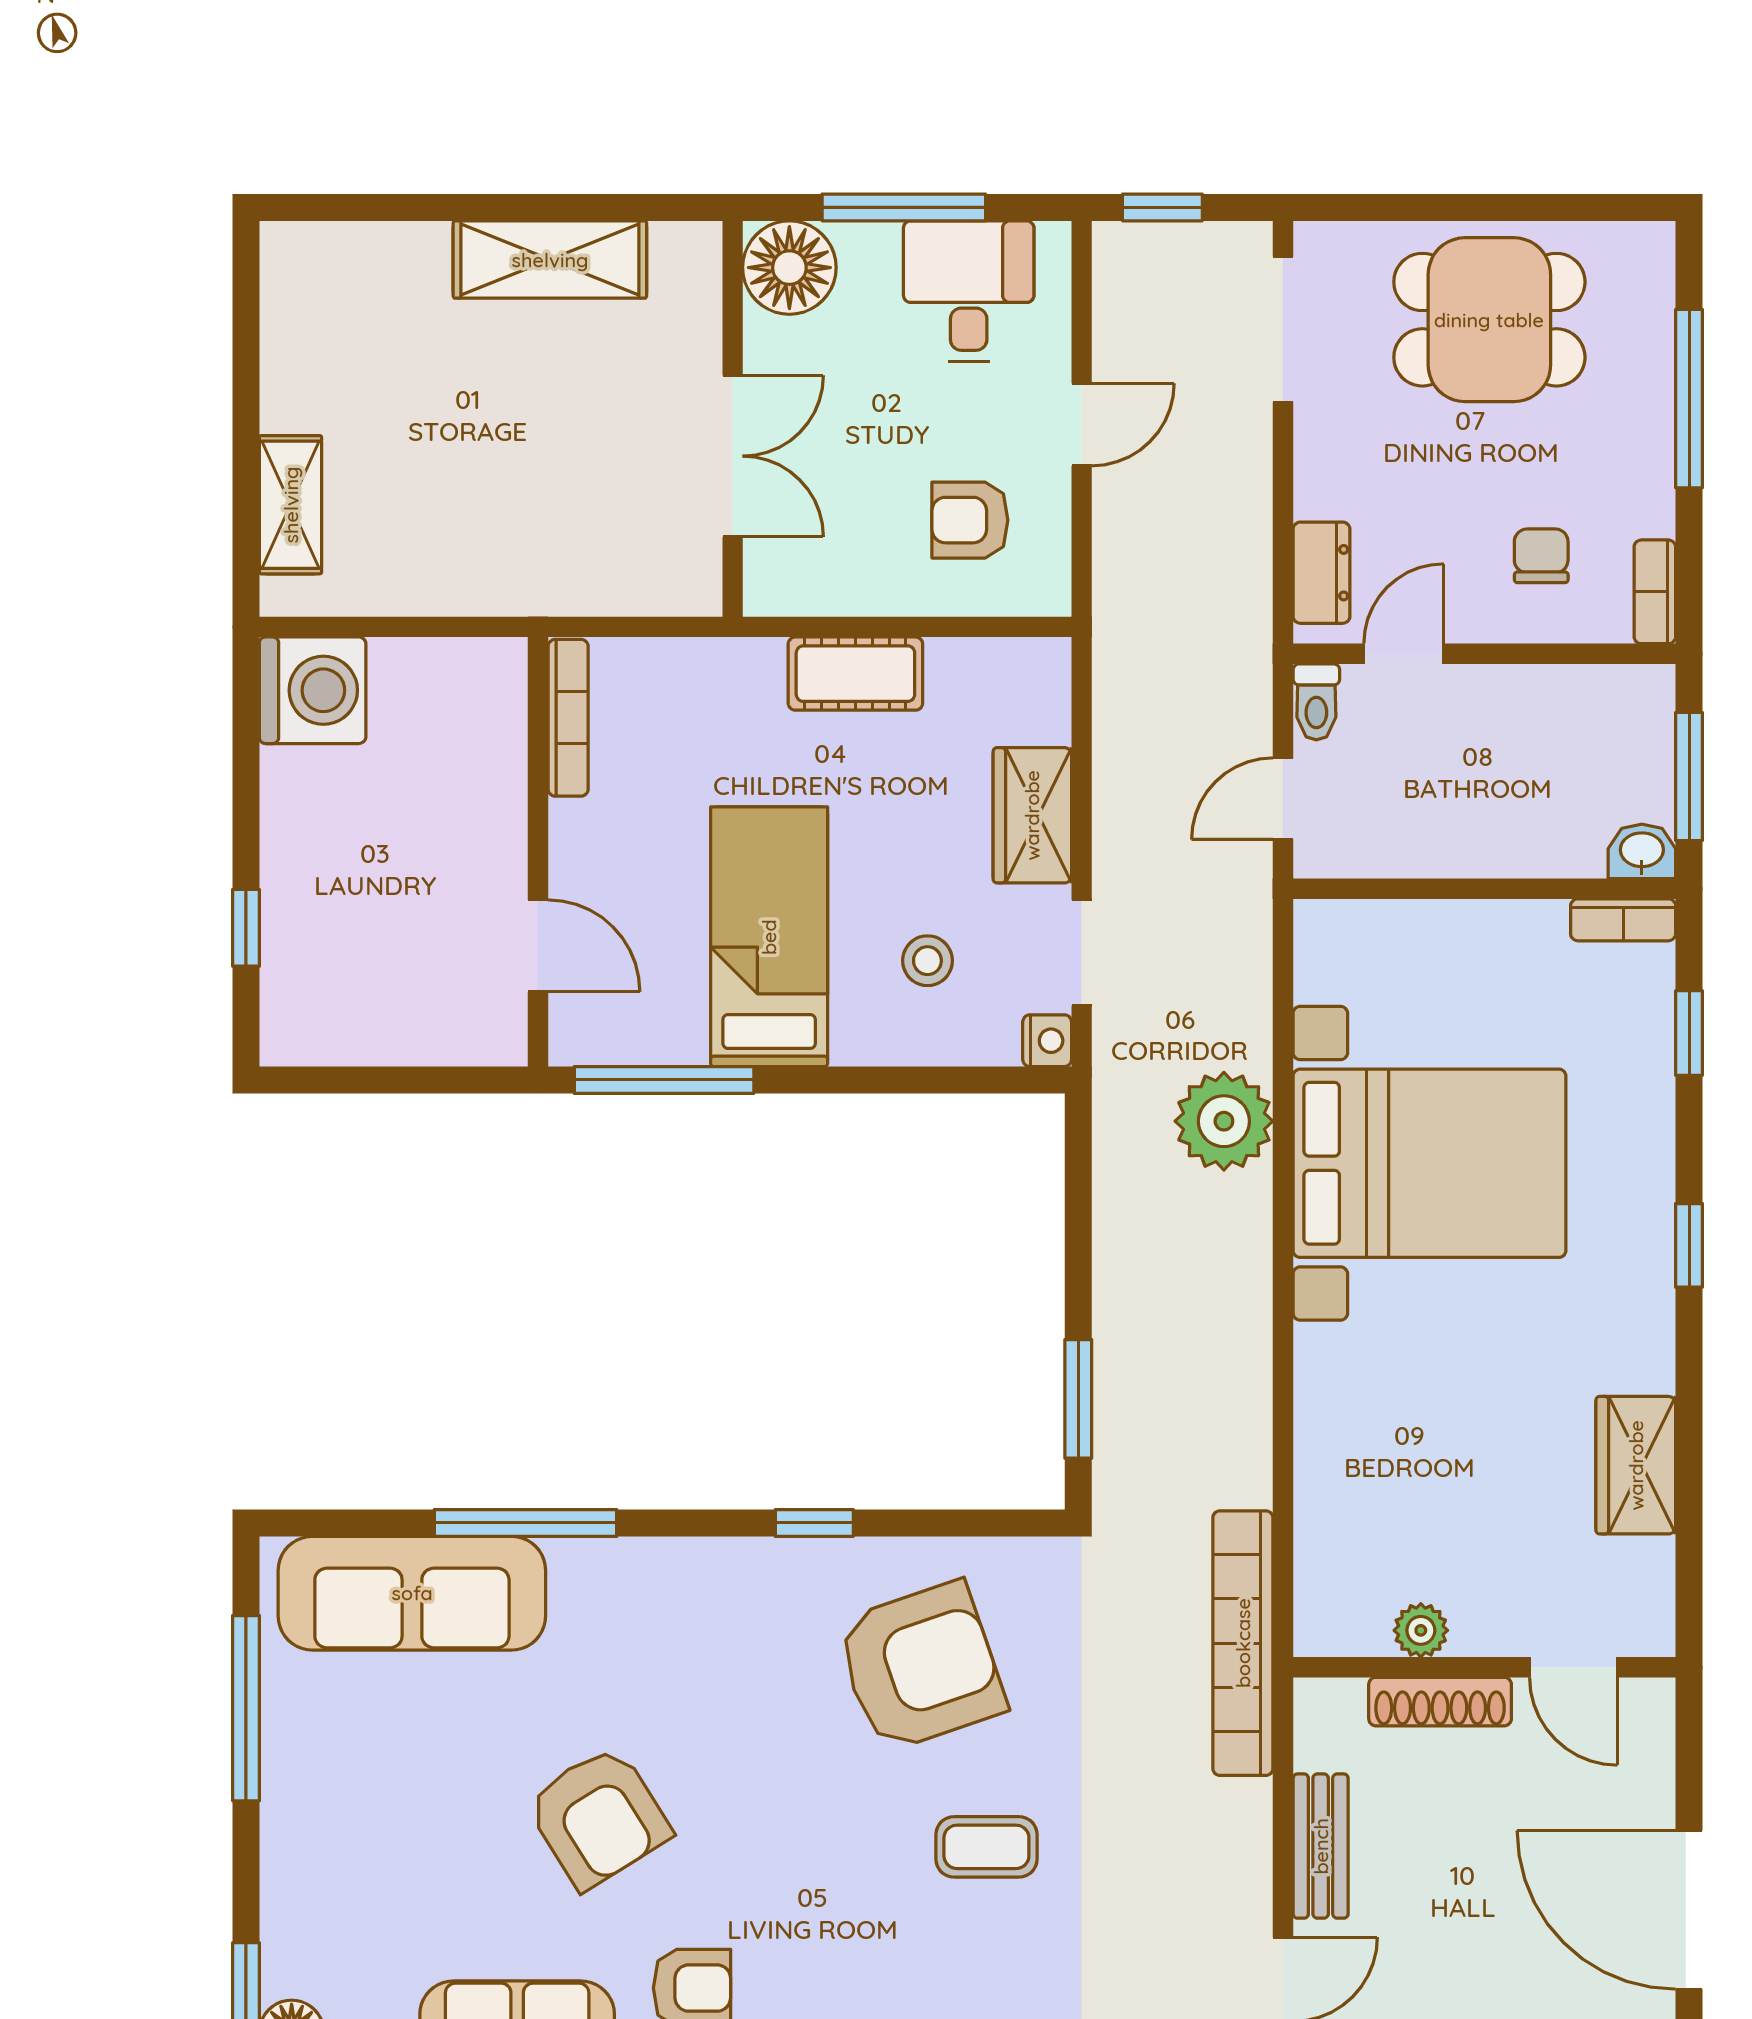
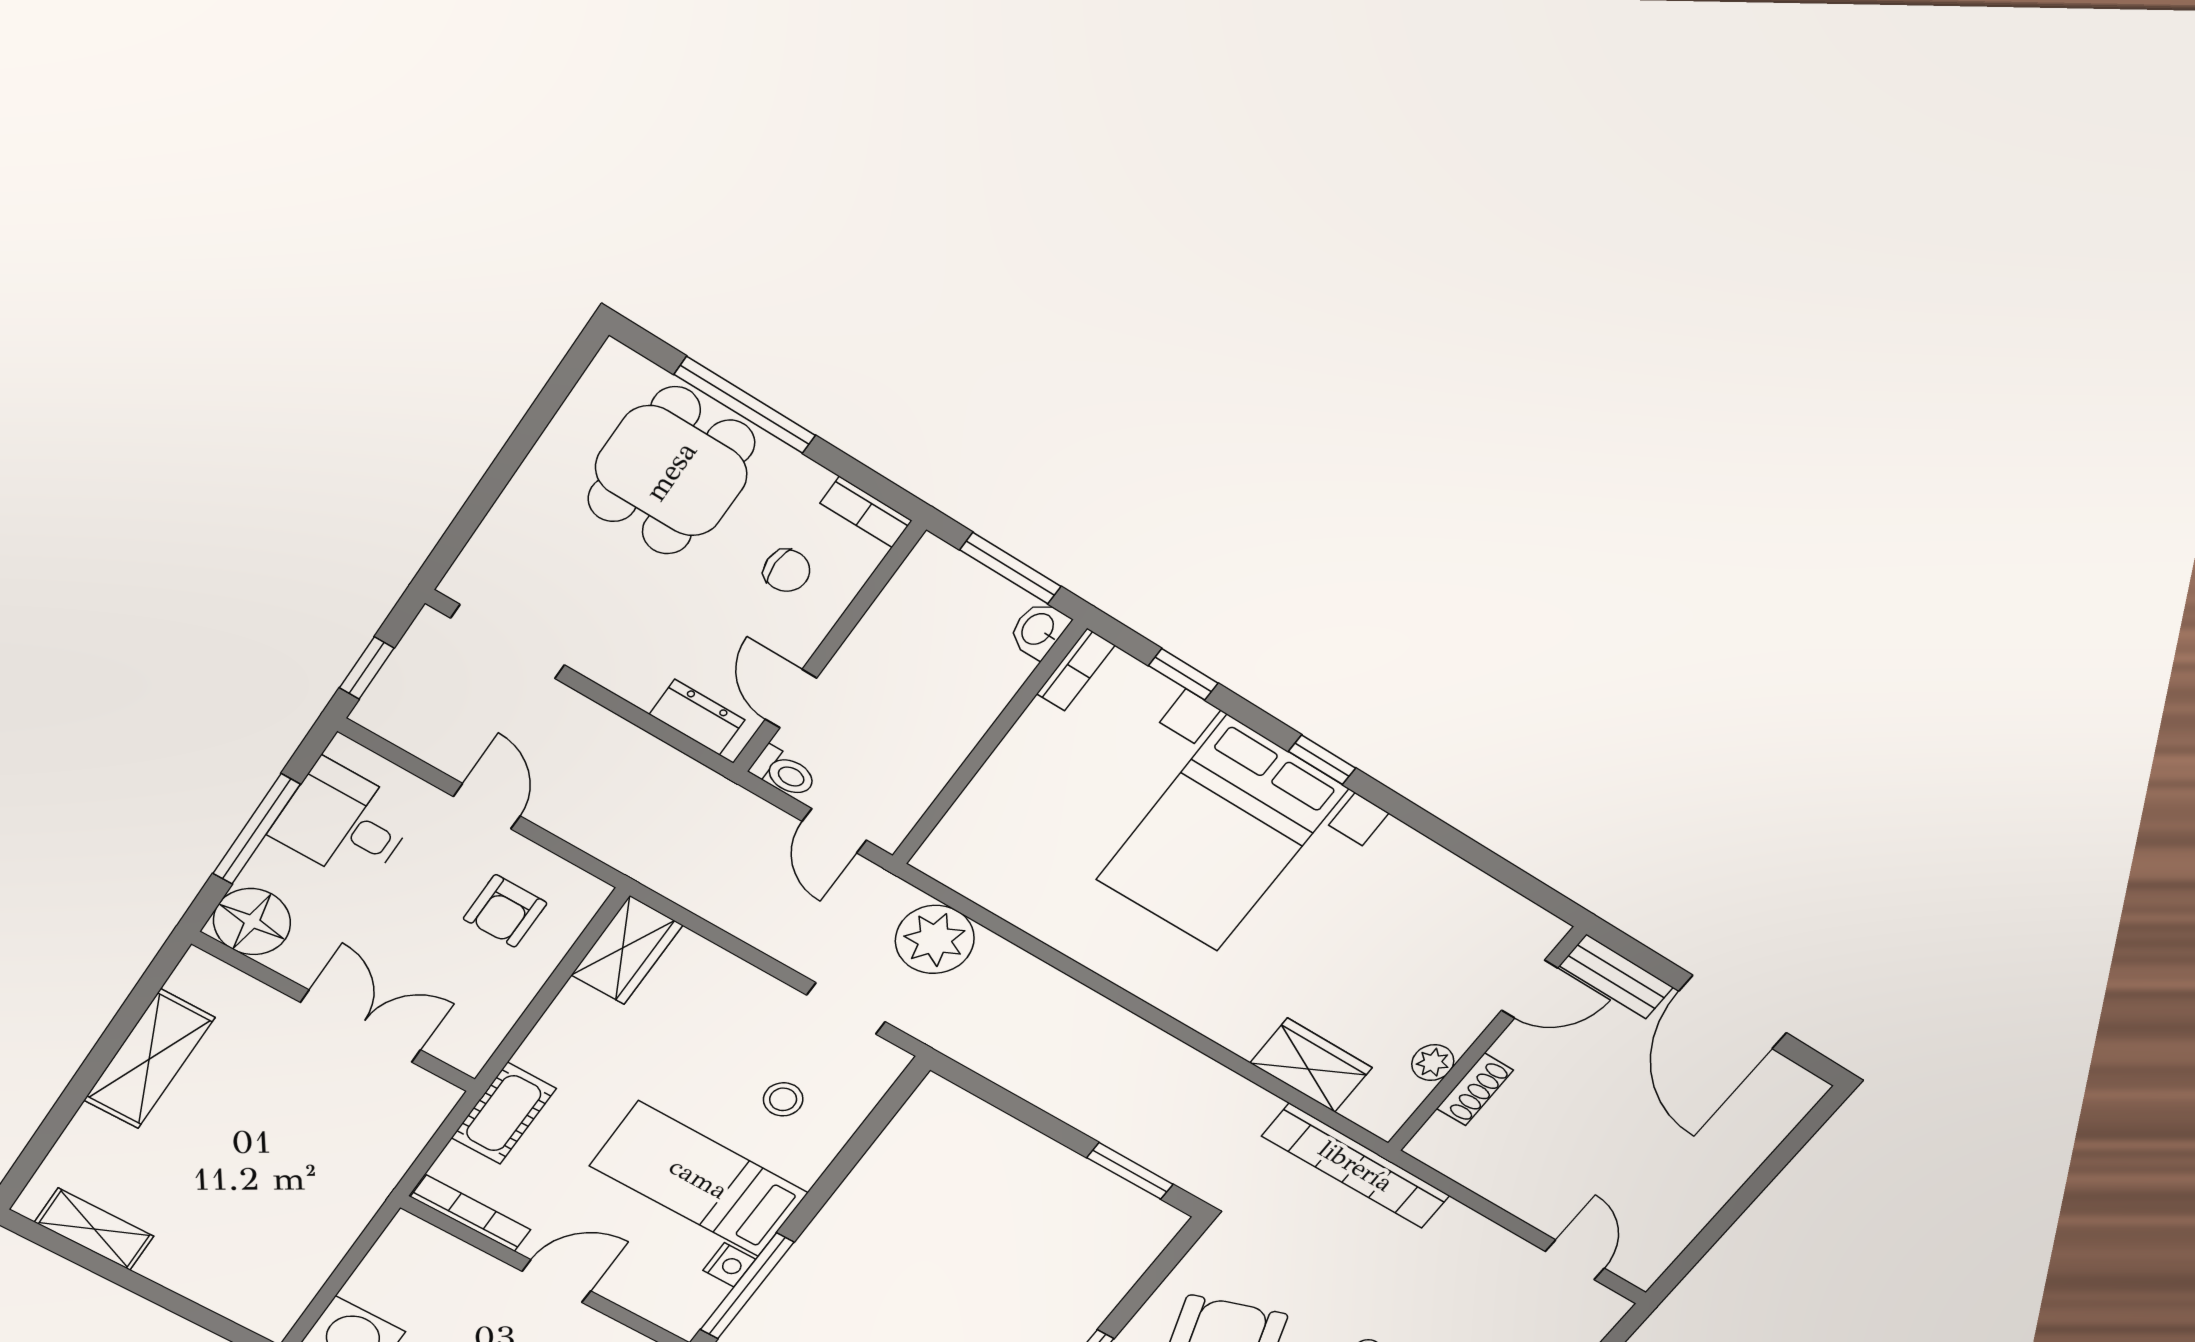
dining table: (1489, 320) -> (671, 471), moved
shelving: (291, 505) -> (94, 1229), moved
chair: (1541, 556) -> (787, 571), turned 180
cot: (855, 674) -> (504, 1113), moved
wardrobe: (1032, 815) -> (627, 950), moved, turned -90
door: (538, 946) -> (556, 1281), moved
nightstand: (1047, 1041) -> (729, 1265), moved, turned 90
plant: (1224, 1121) -> (935, 939), moved
bed with nightstands: (1430, 1163) -> (1222, 834), moved, turned 180
wardrobe: (1636, 1465) -> (1311, 1065), moved, turned 180
shoe rack: (1440, 1702) -> (1475, 1089), width x0.70
bench: (1321, 1846) -> (1616, 977), moved
door: (1689, 1910) -> (1733, 1012), hinge flipped

